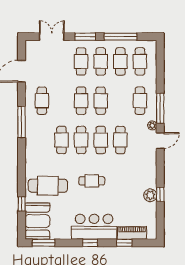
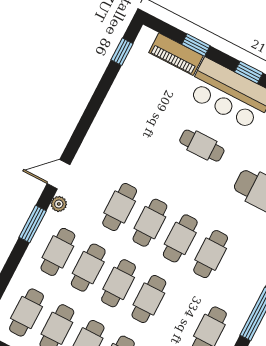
cafe table: (120, 101) -> (88, 268), added
window: (160, 108) -> (33, 224), width x0.69
cafe table: (92, 181) -> (202, 146), moved
window: (160, 194) -> (122, 52), moved
plant: (150, 195) -> (118, 98), removed

